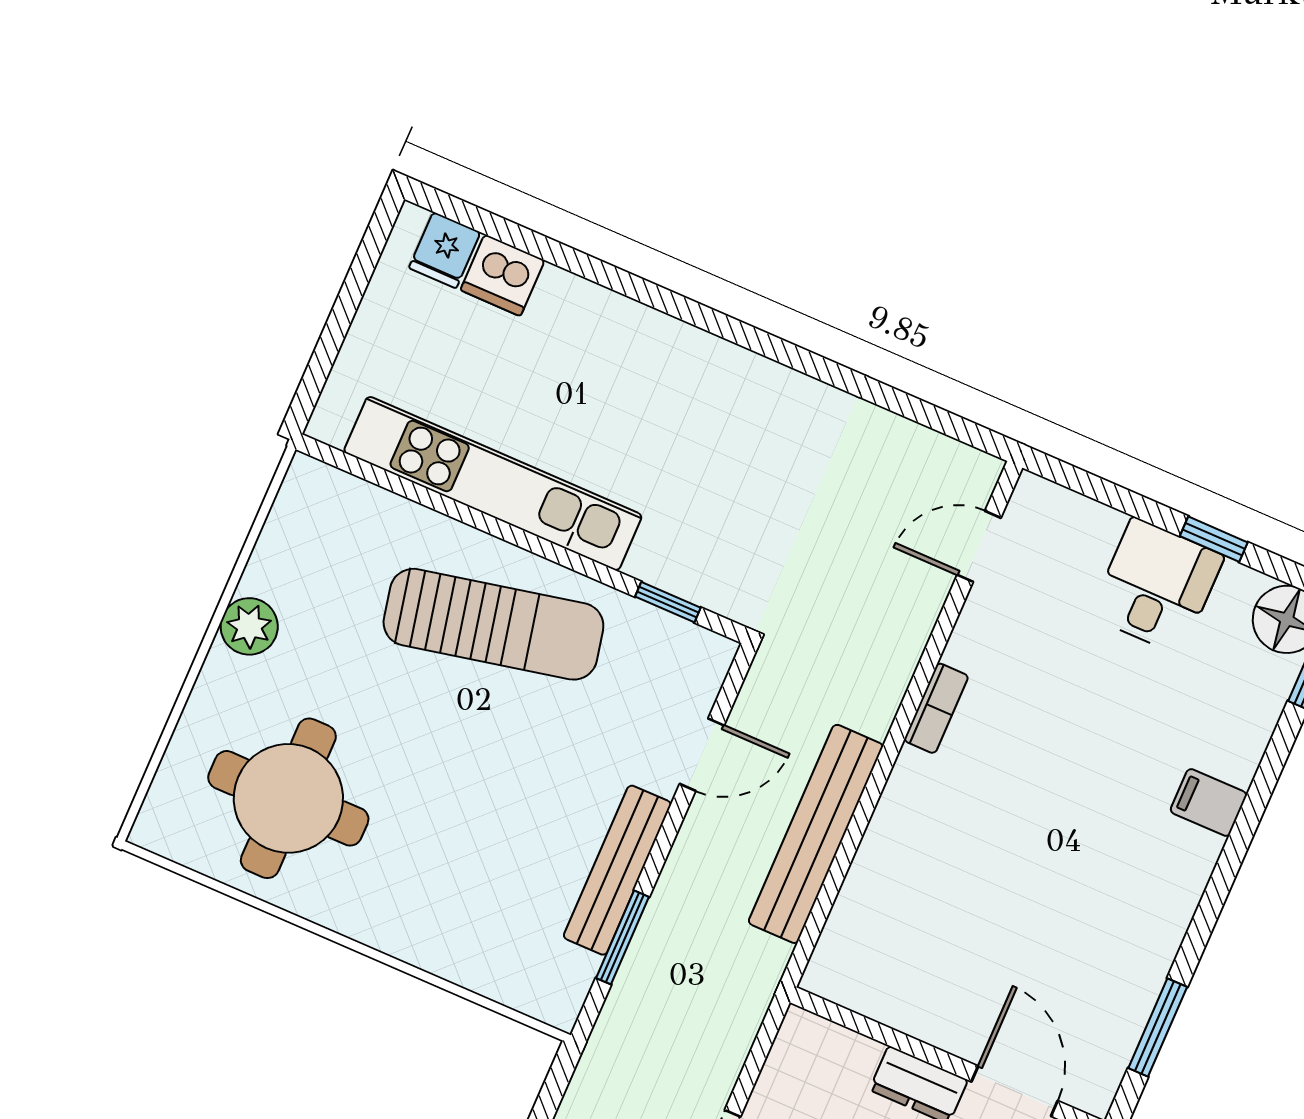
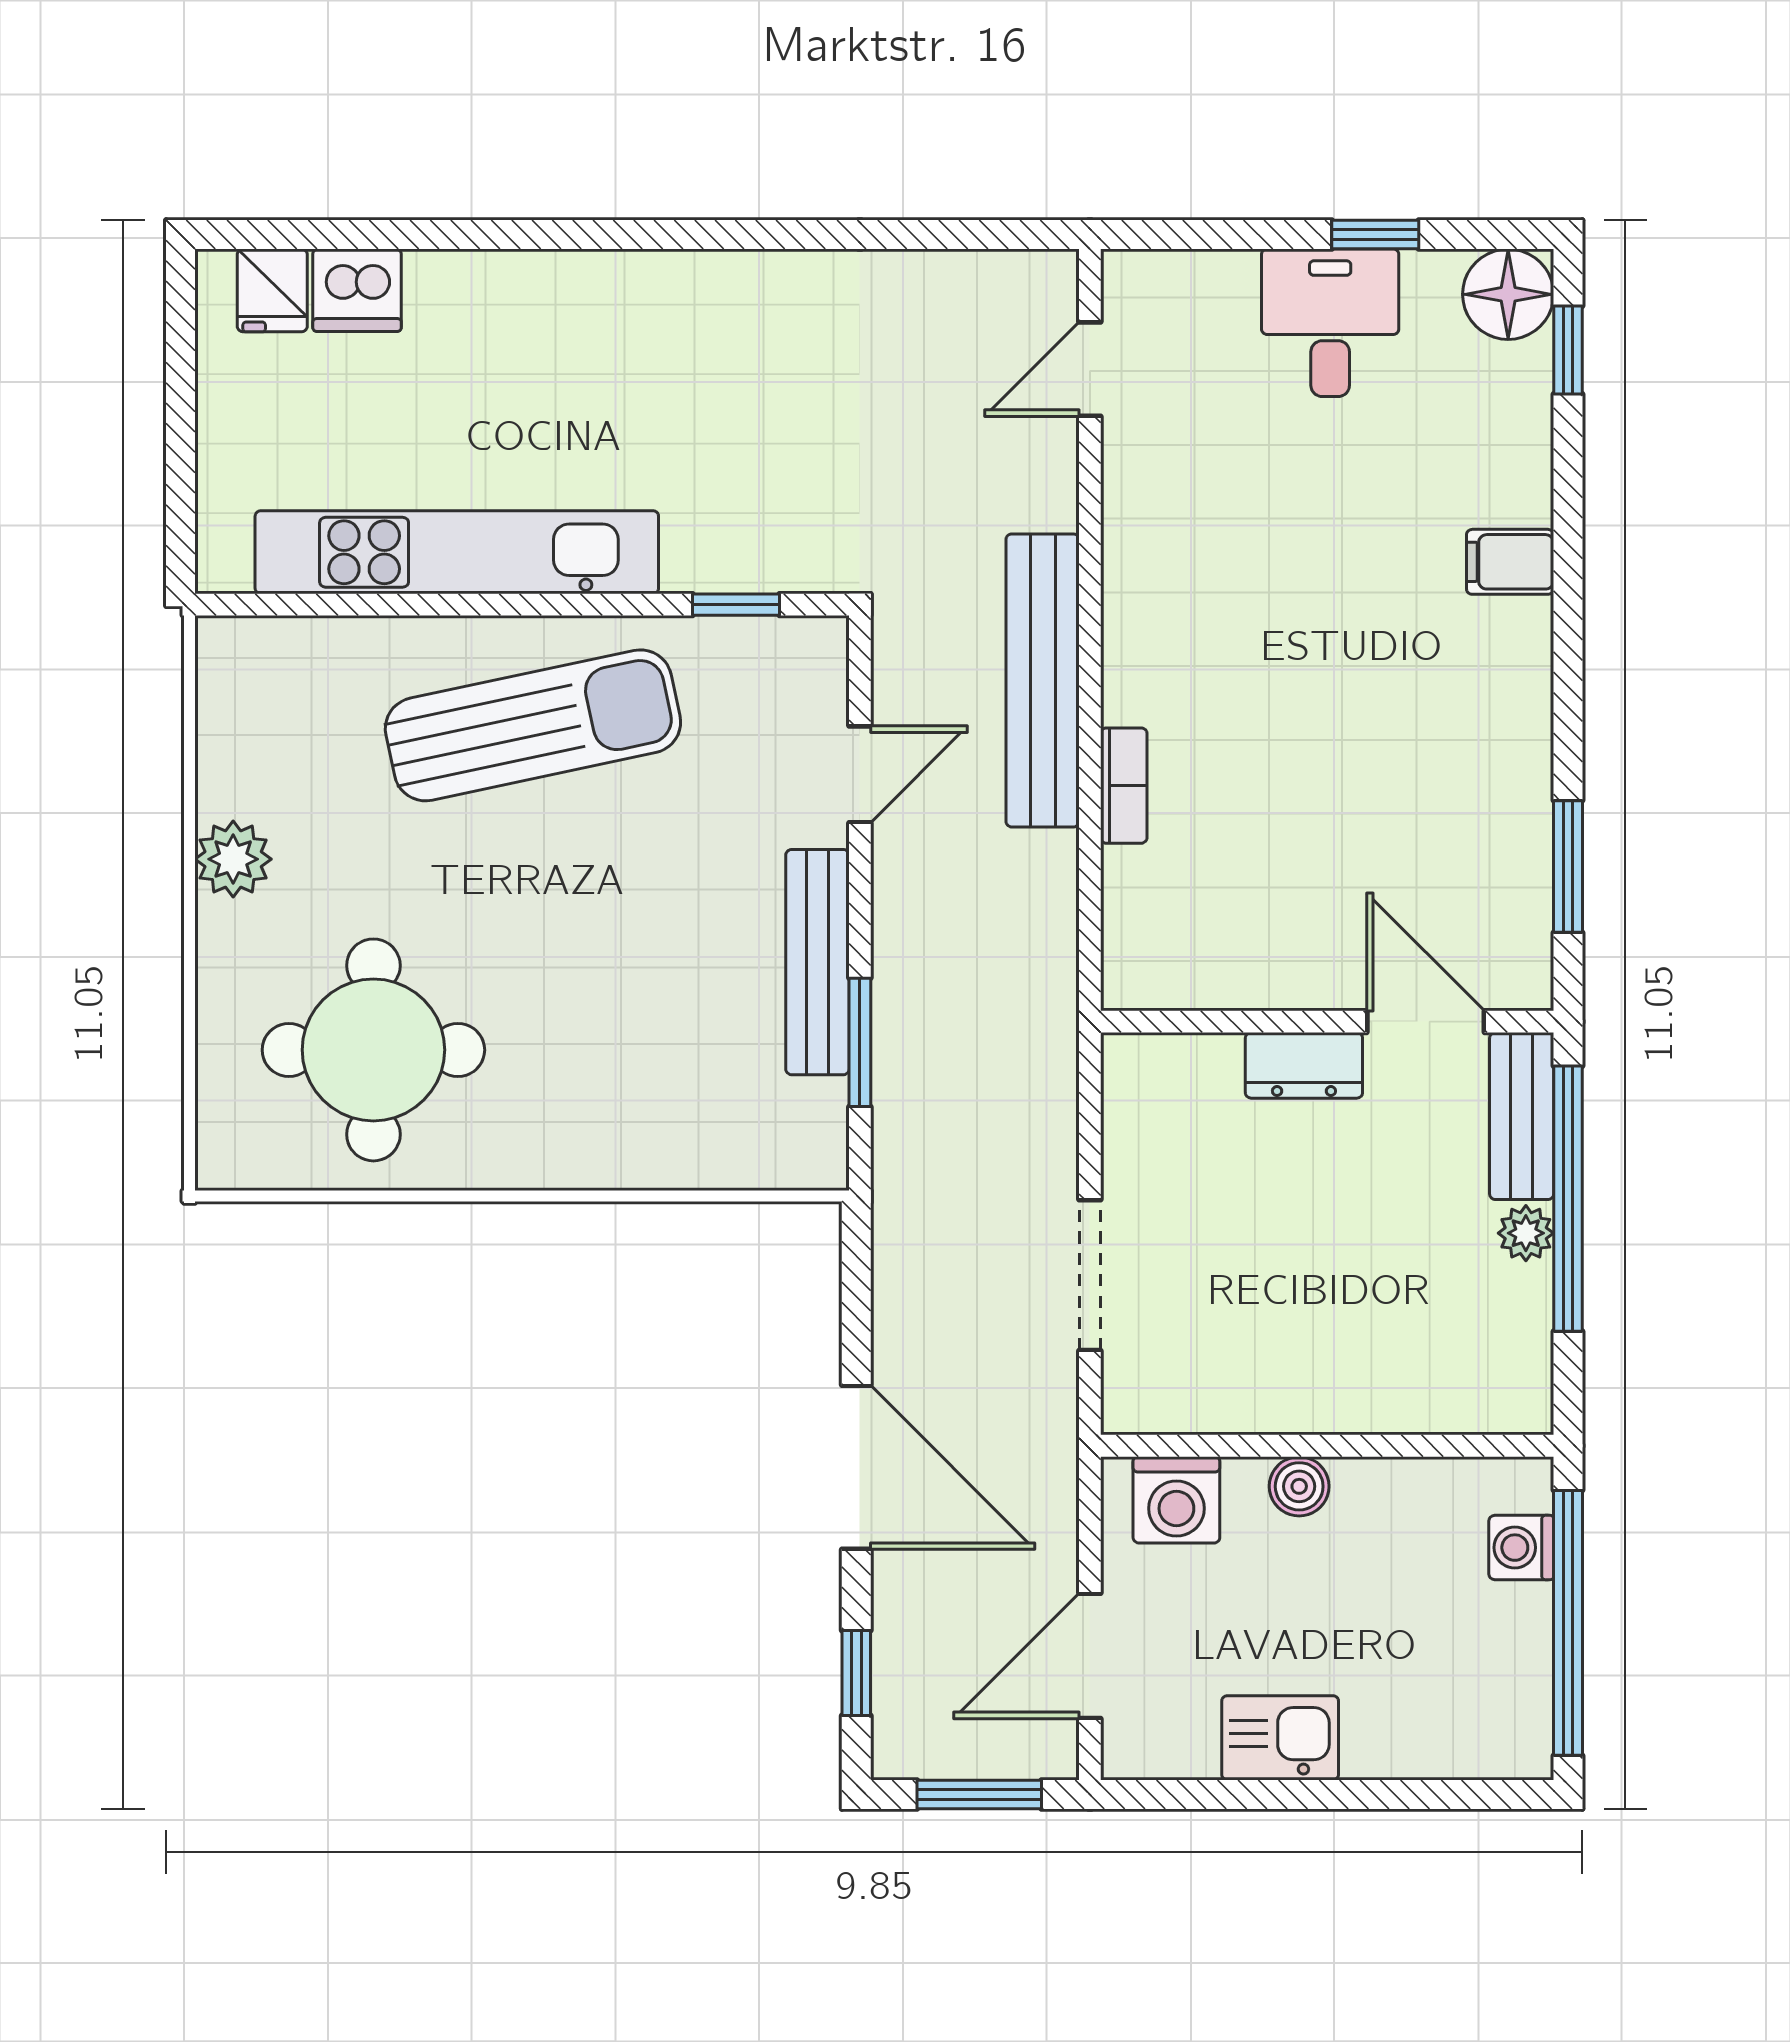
bookcase: (936, 708) -> (1124, 786), moved
bench: (816, 834) -> (1043, 680), moved

